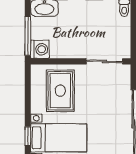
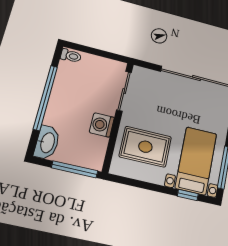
washing machine: (40, 49) -> (102, 125), moved, turned -90

